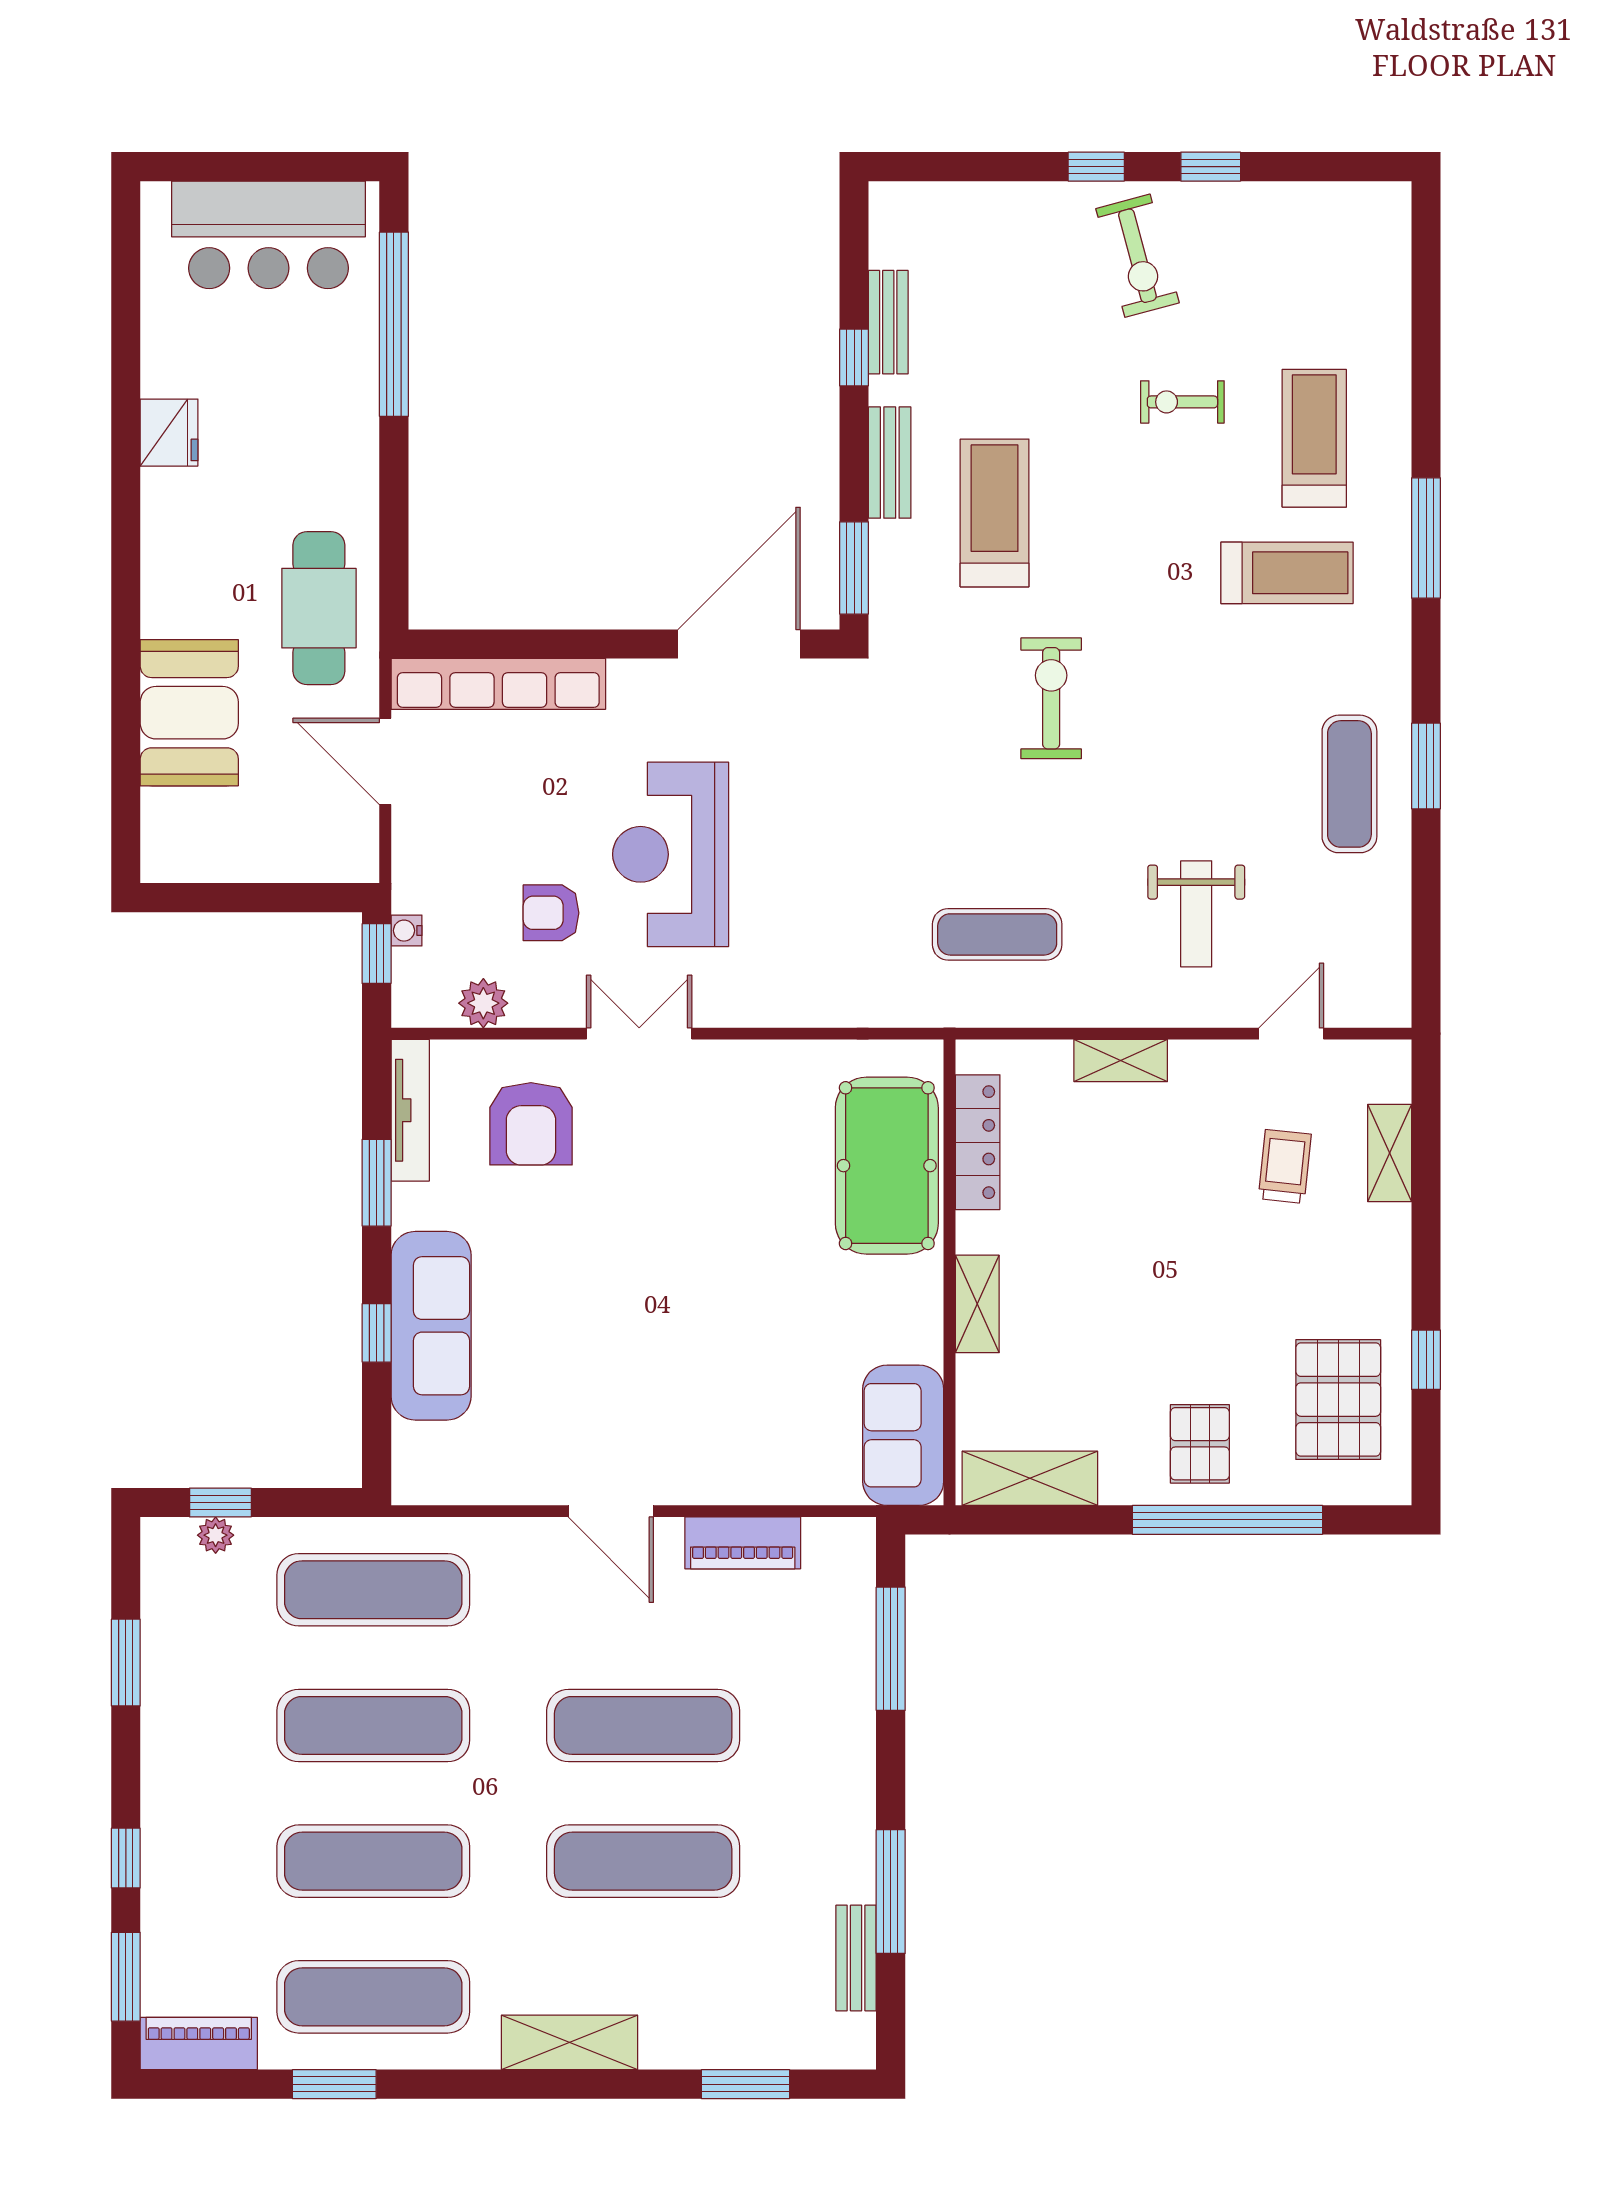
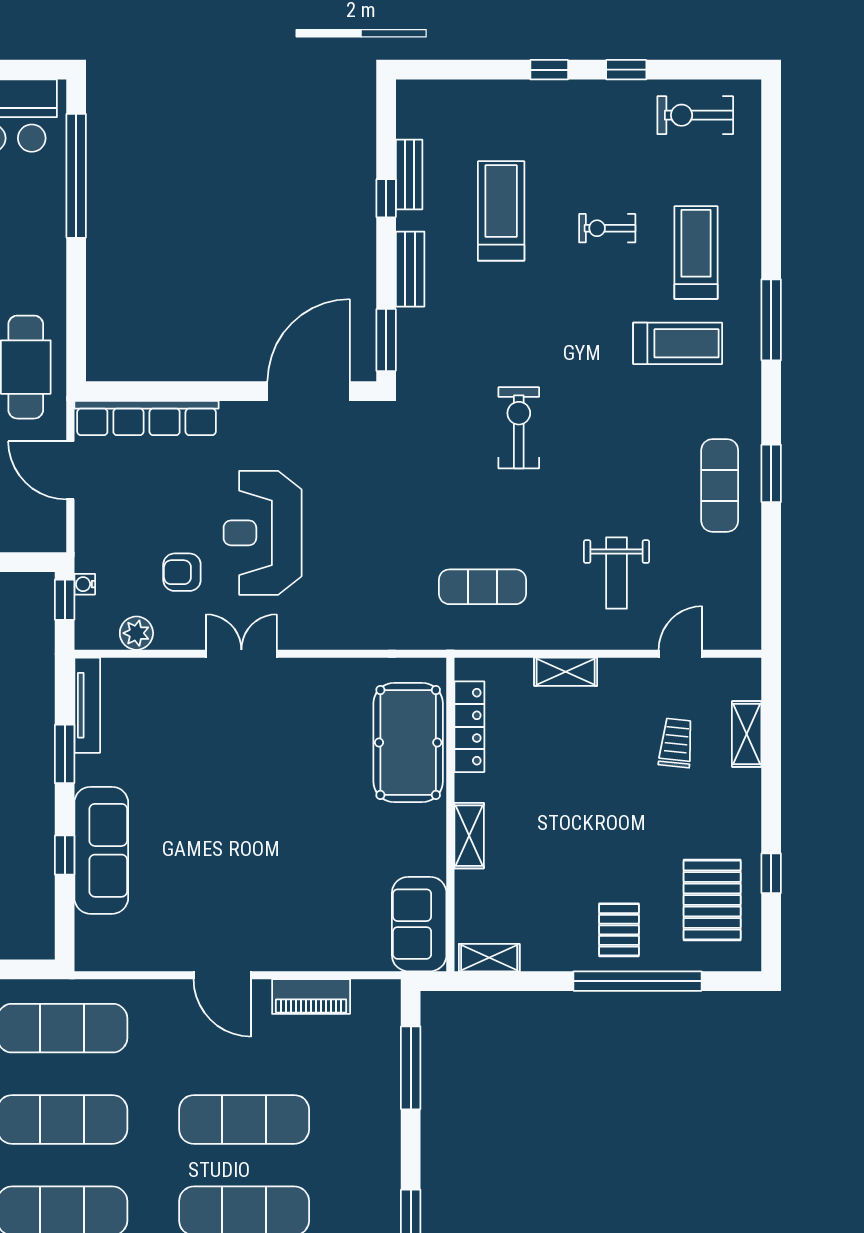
exercise bike: (1137, 256) -> (695, 115), moved, turned 105
treadmill: (995, 513) -> (501, 211), moved
armchair: (531, 1124) -> (169, 714), removed
shelving: (1030, 1478) -> (489, 958), width x0.67, depth x0.75

